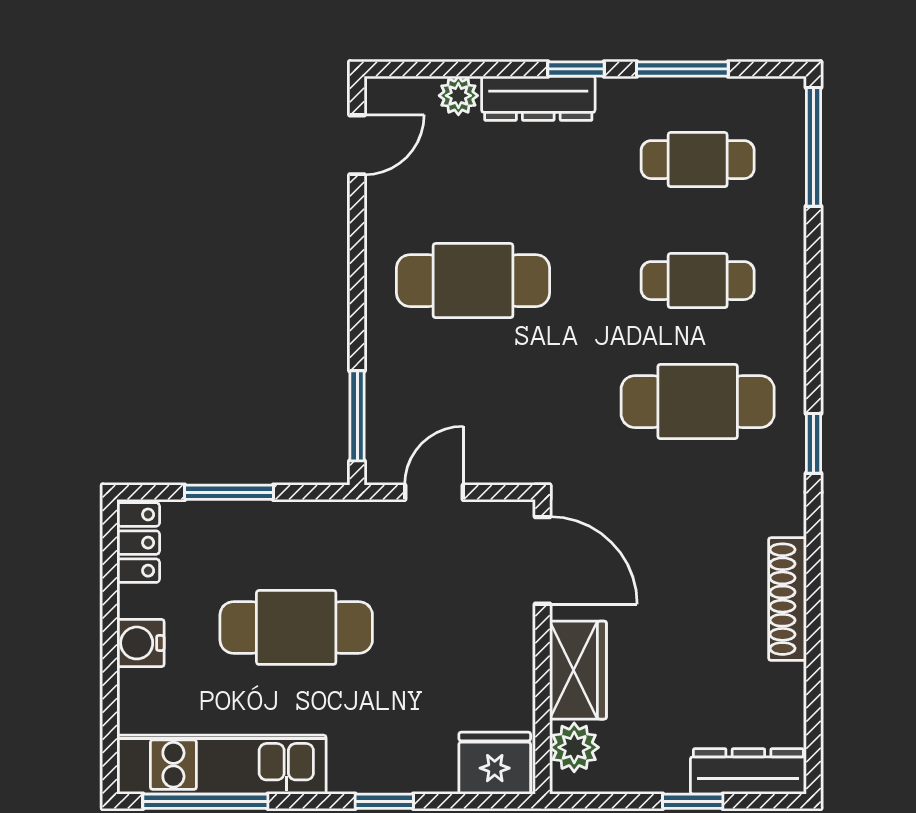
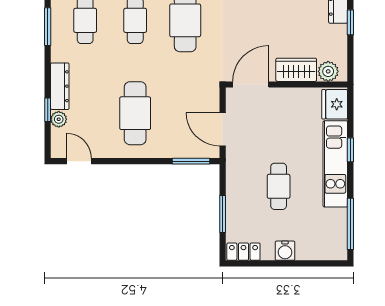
window: (576, 69) -> (48, 110), moved
door: (434, 492) -> (223, 129), width x1.38
cafe table: (296, 627) -> (279, 186), width x0.73, depth x0.74
kitchen unit: (221, 765) -> (335, 164), moved

